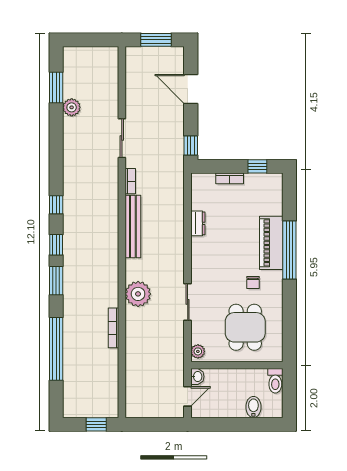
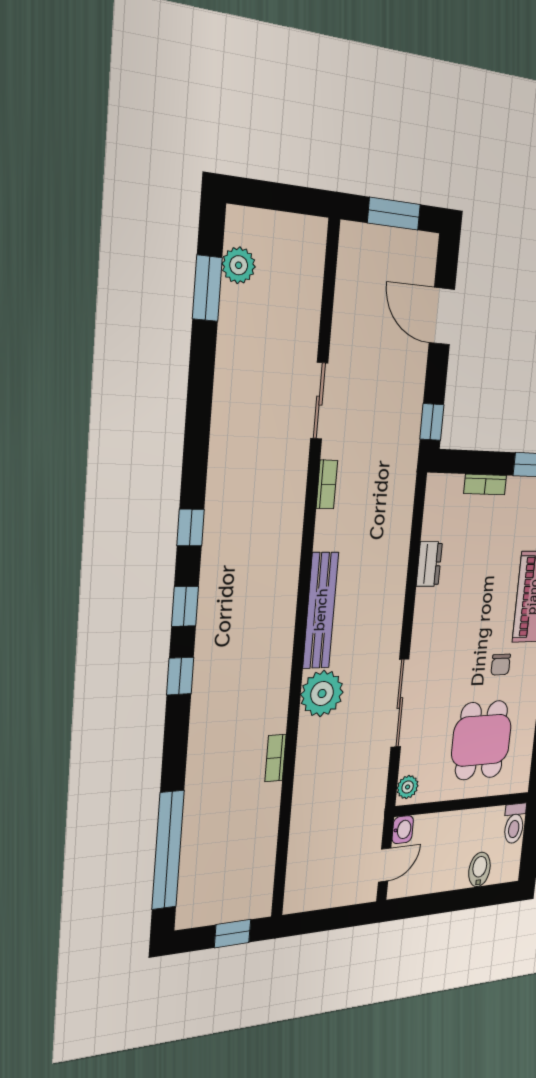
plant: (72, 107) -> (239, 265), moved
bench: (133, 227) -> (321, 610), moved
window: (56, 281) -> (180, 676), width x0.67
sliding door: (188, 302) -> (400, 703), width x1.37
bookcase: (113, 328) -> (276, 758), width x0.64
window: (56, 349) -> (168, 850), moved

